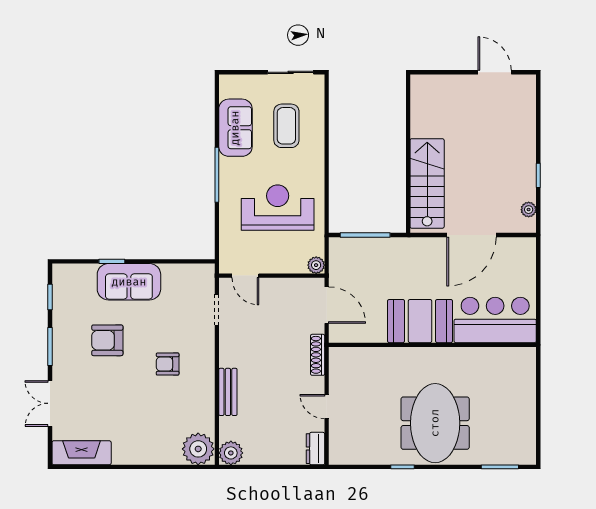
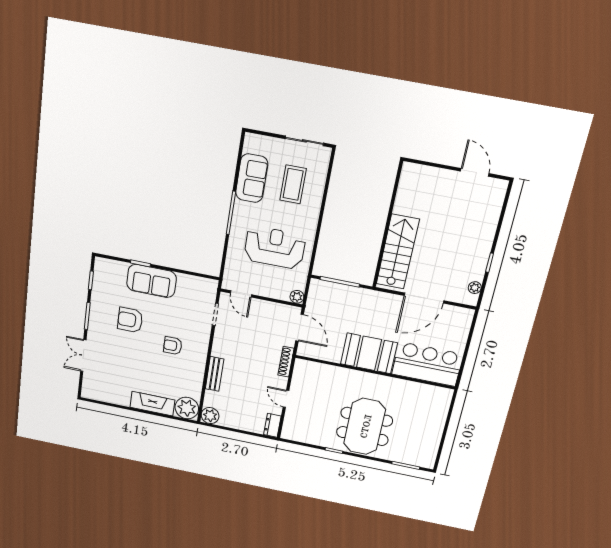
fireplace: (82, 453) -> (152, 404), moved

